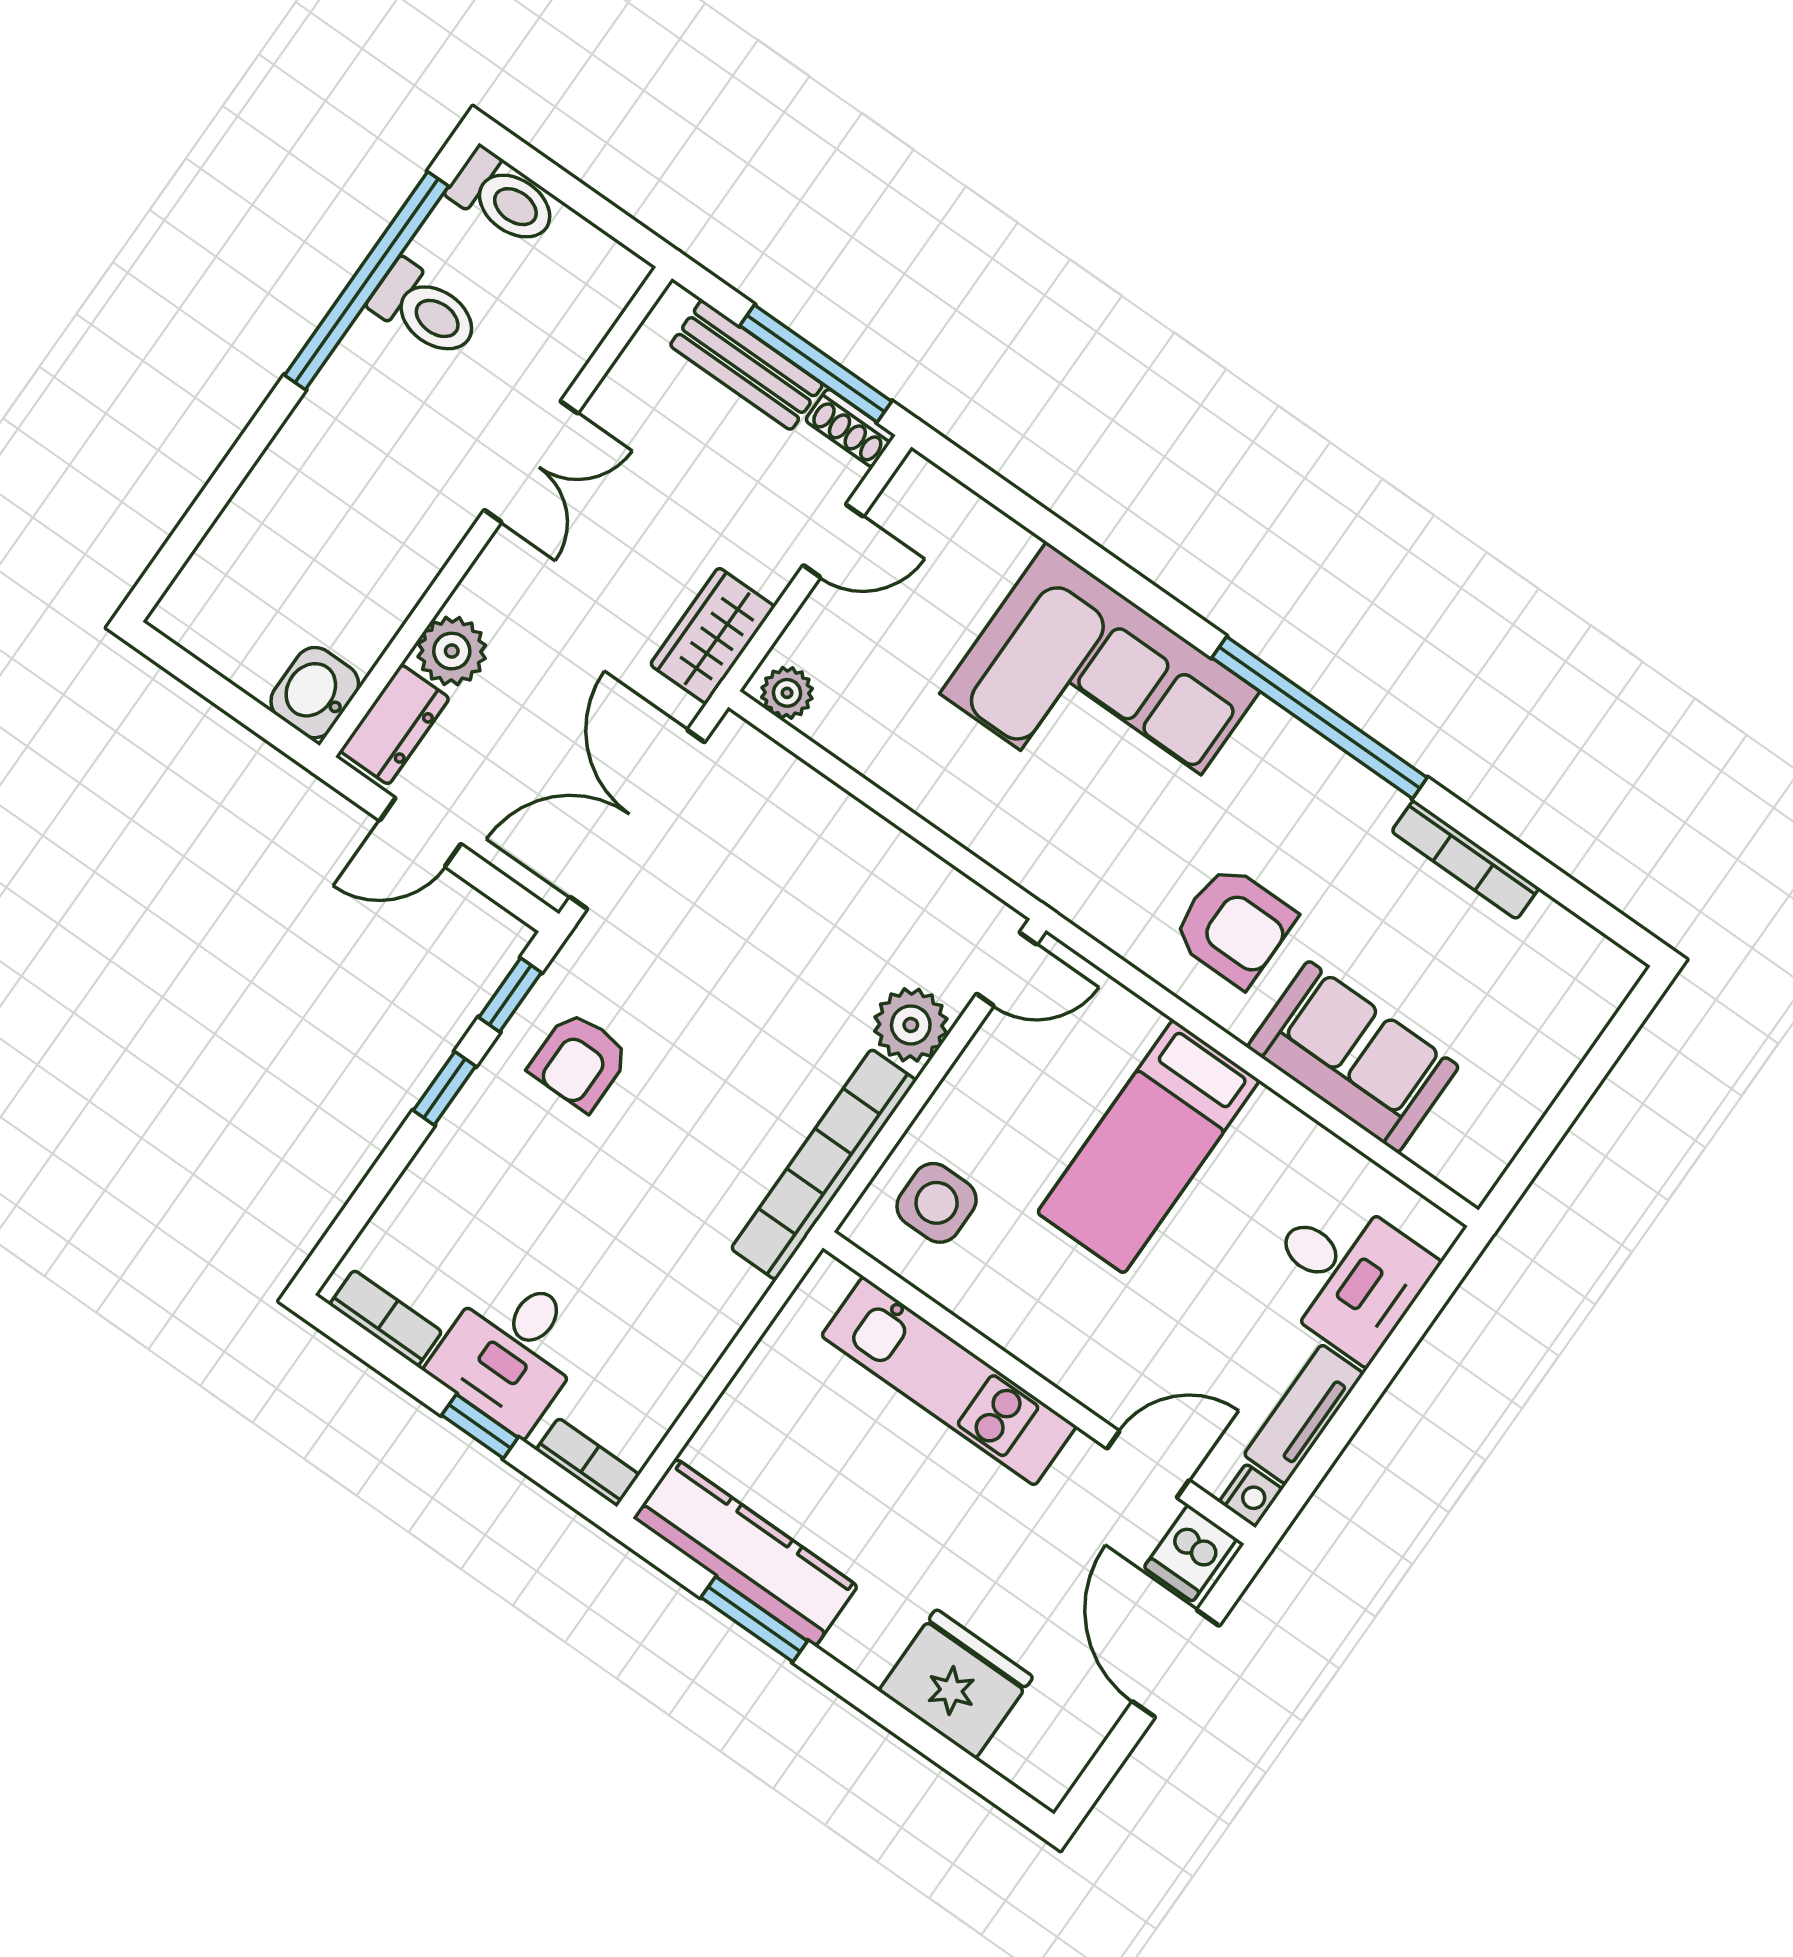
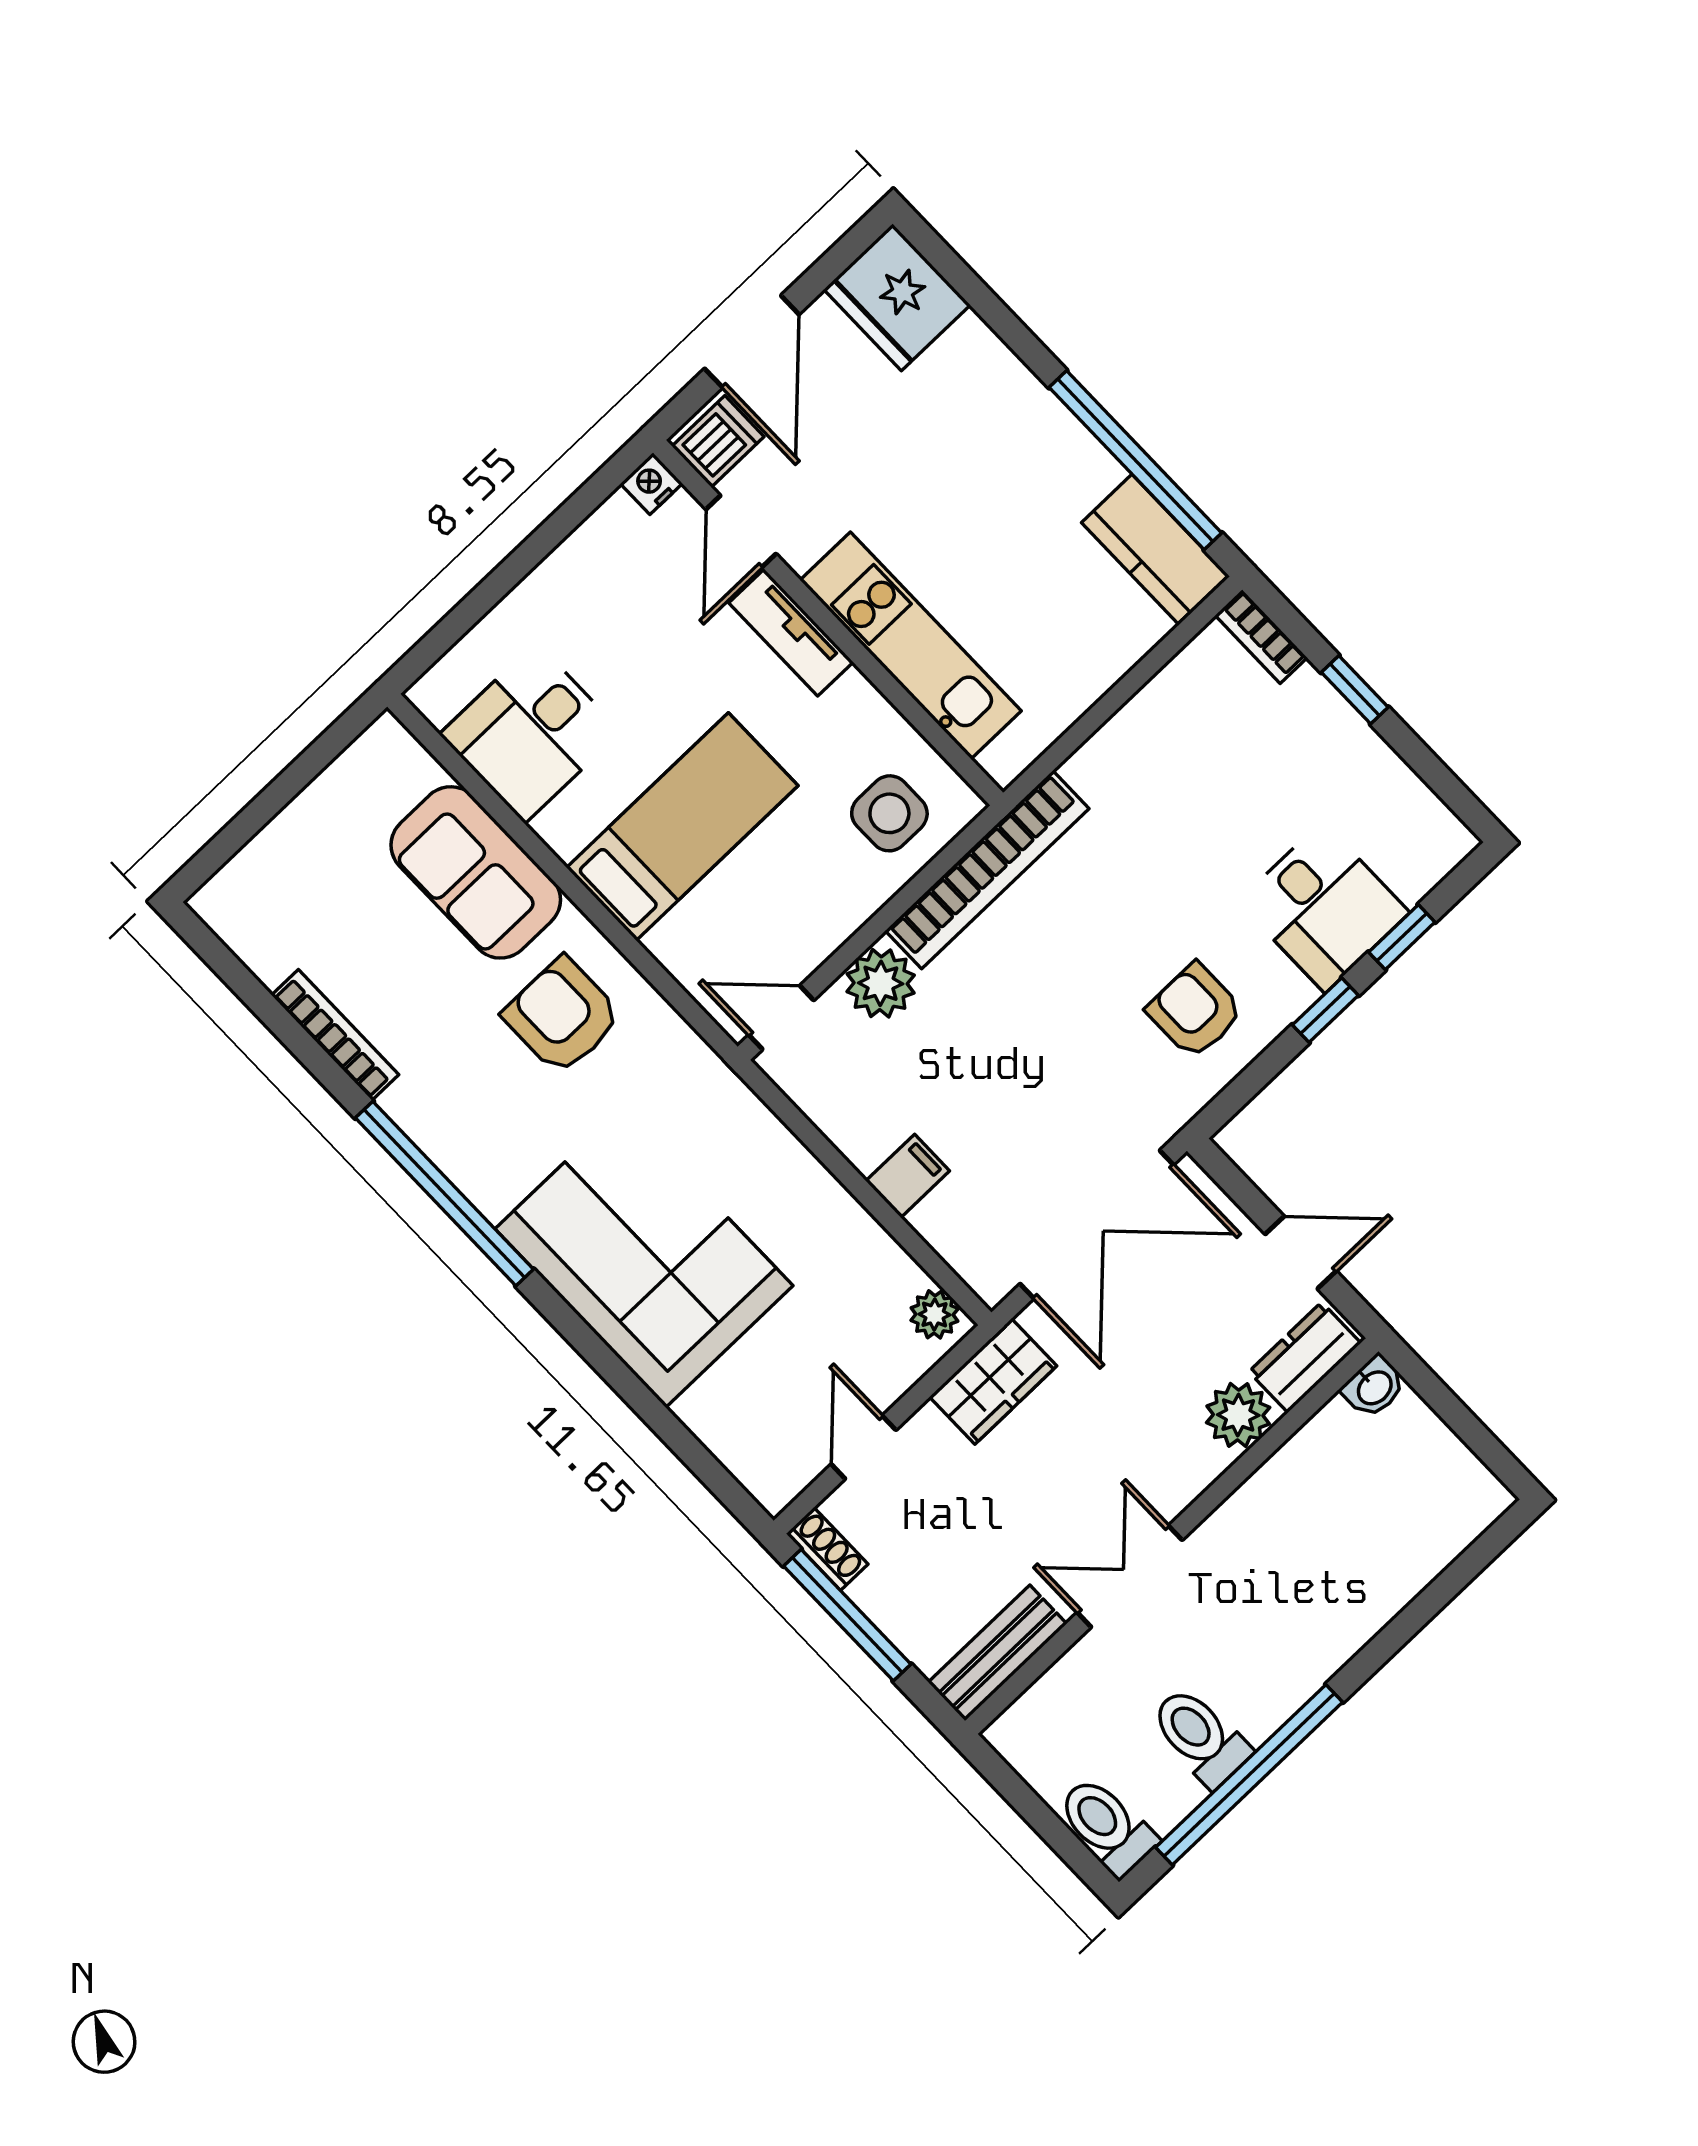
bench: (746, 365) -> (997, 1653), moved, turned 90
door: (833, 541) -> (864, 1447), hinge flipped
washbasin: (315, 693) -> (1374, 1387), width x0.72, depth x0.69
filing cabinet: (843, 831) -> (908, 1176), added
window: (510, 995) -> (1402, 937), moved
armchair: (579, 1061) -> (1195, 1011), turned -90
desk: (1347, 1275) -> (530, 733), moved, turned -90
bookcase: (386, 1318) -> (1422, 808), removed
desk: (511, 1351) -> (1324, 907), moved, turned 90
tv unit: (1304, 1414) -> (791, 633), moved, turned 90
door: (1148, 1464) -> (741, 532), hinge flipped
kitchen counter: (746, 1553) -> (1155, 549), width x0.67
window: (754, 1619) -> (1135, 460), width x2.11
fridge: (956, 1684) -> (897, 297), moved

